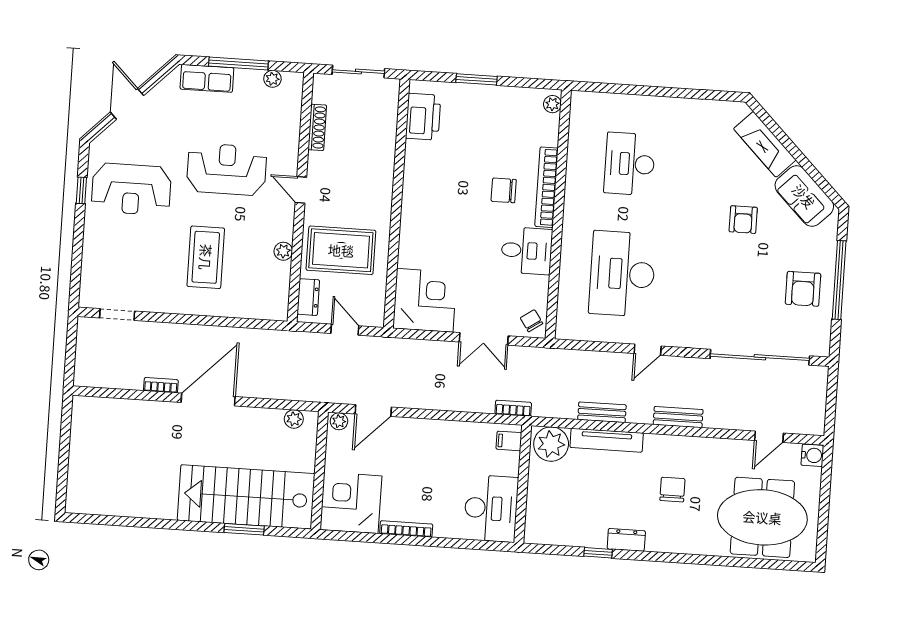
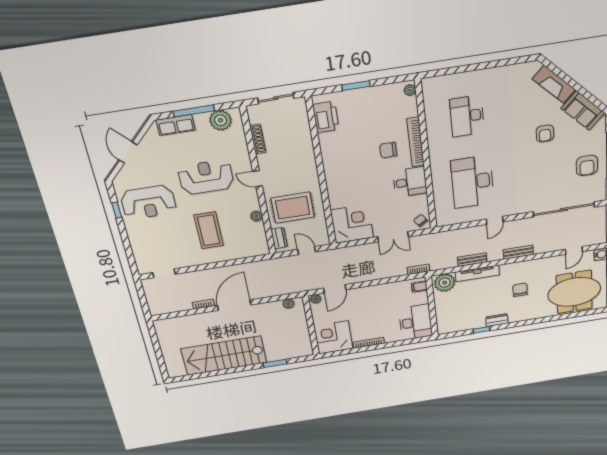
plant: (272, 79) -> (221, 120), width x1.88, depth x1.88
stairs: (246, 497) -> (224, 356), moved

